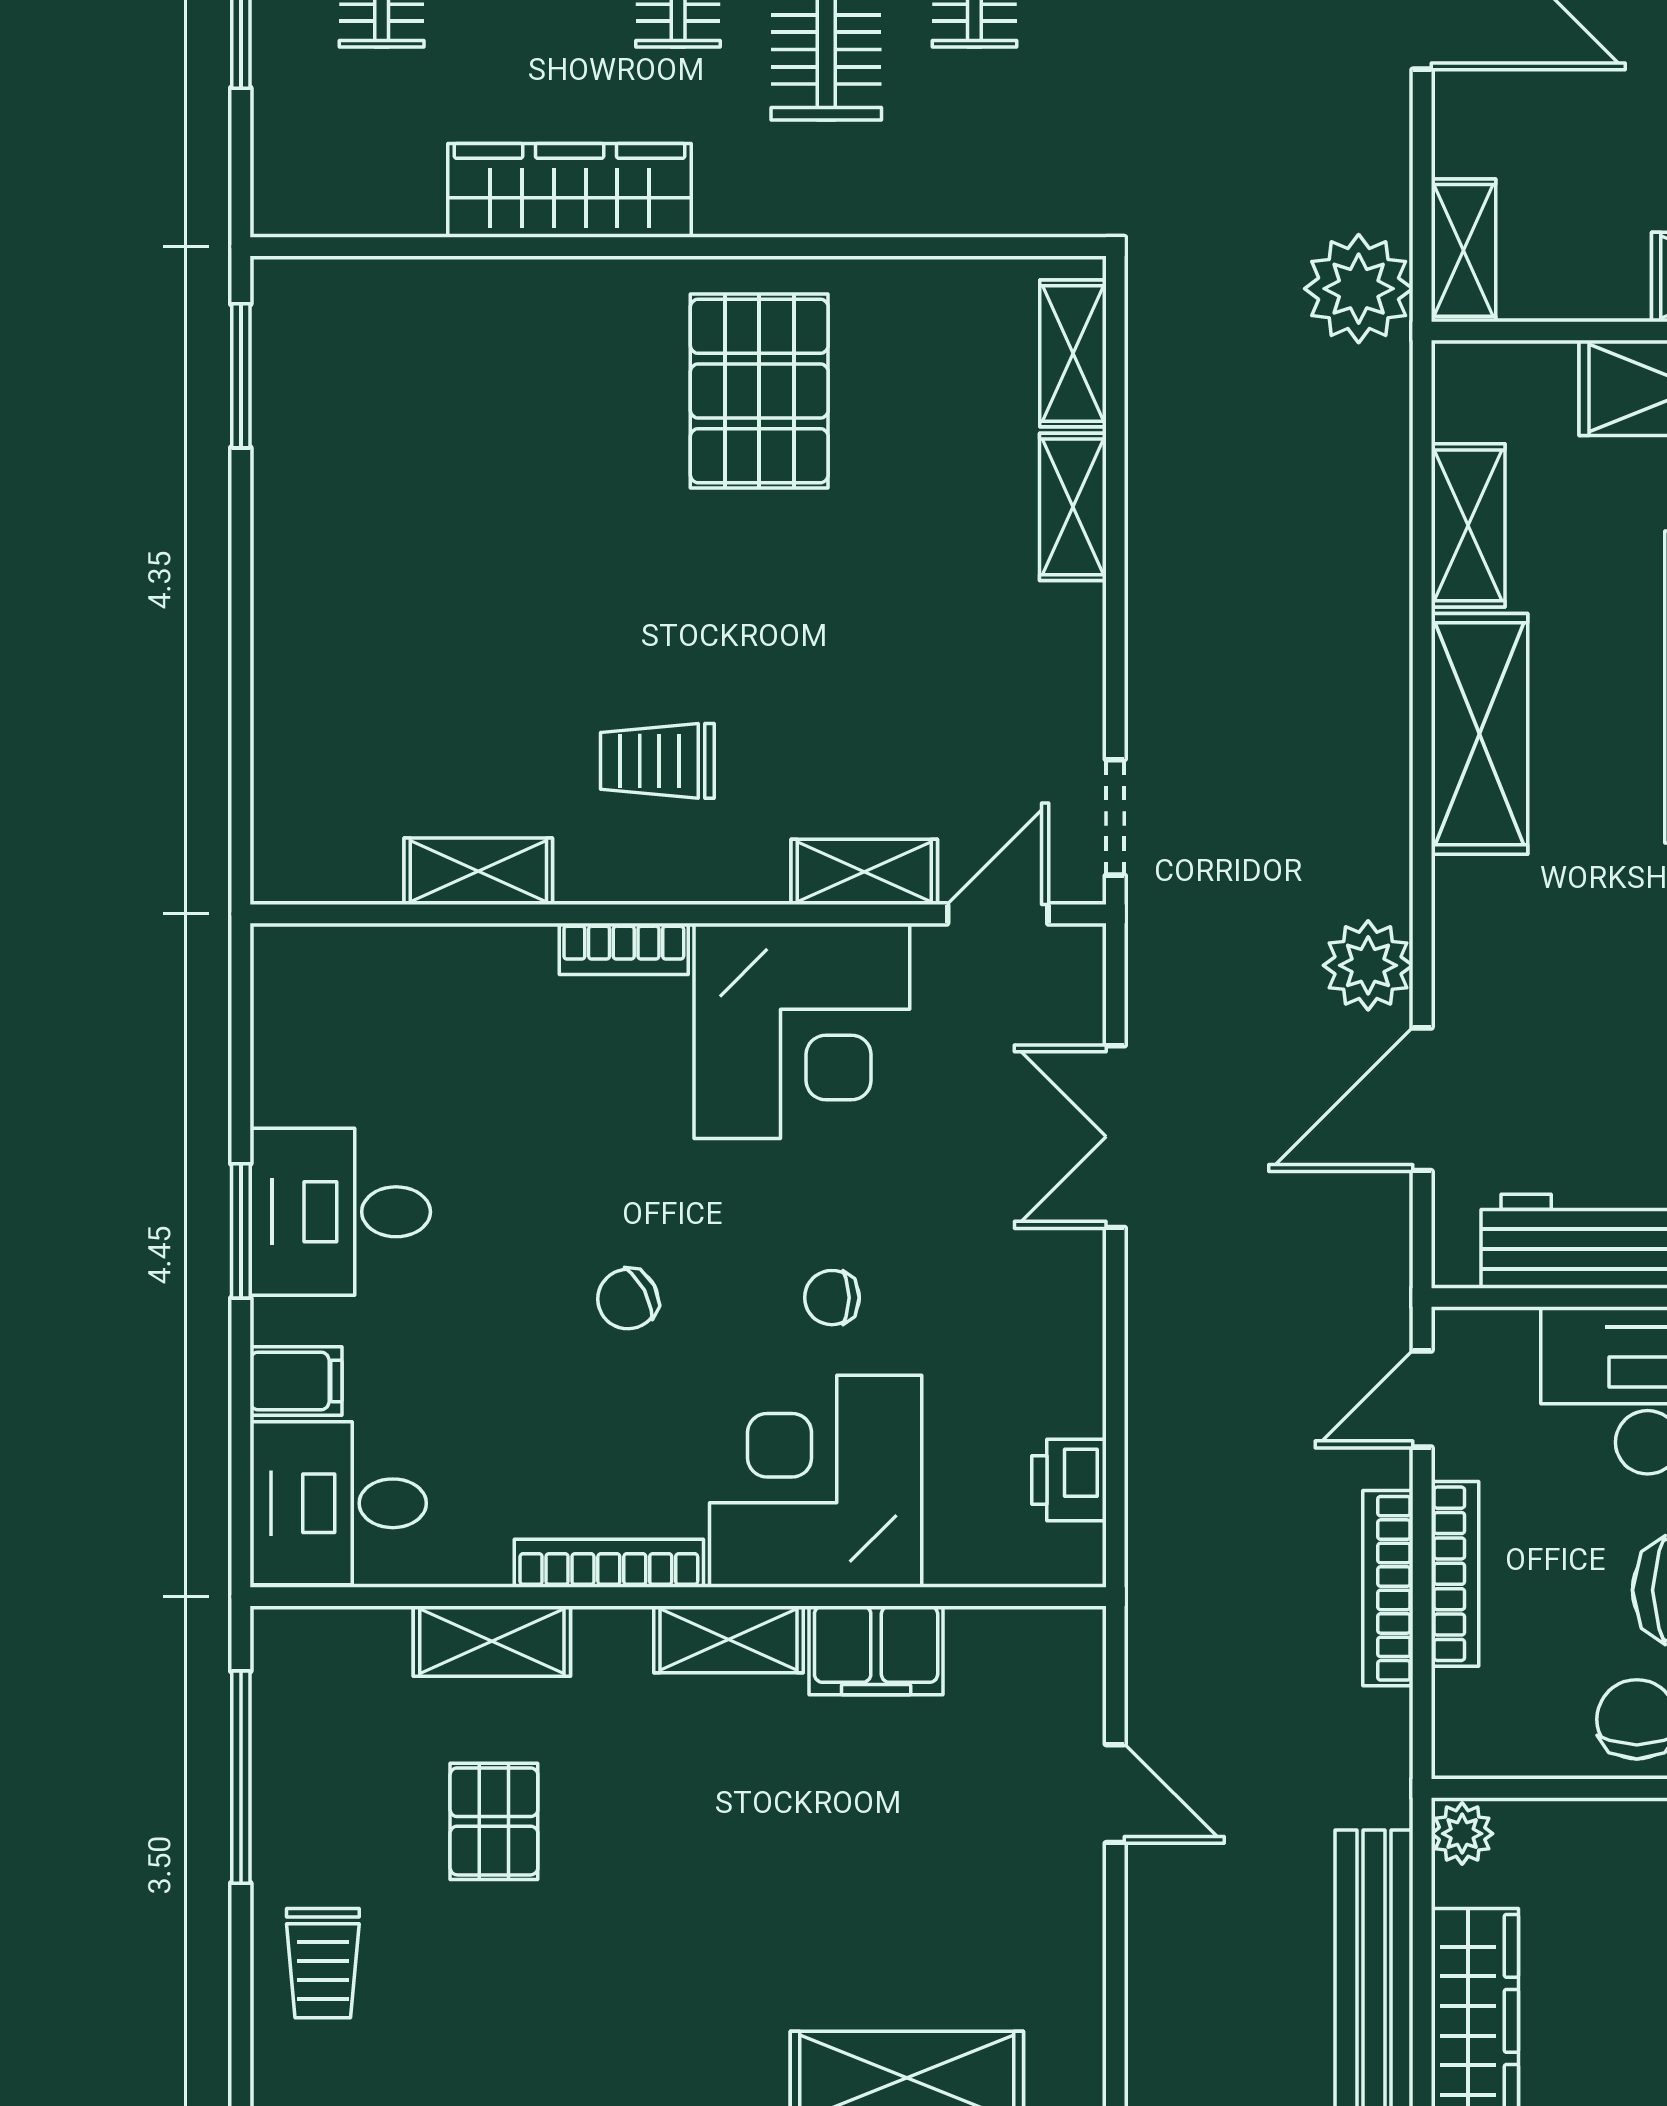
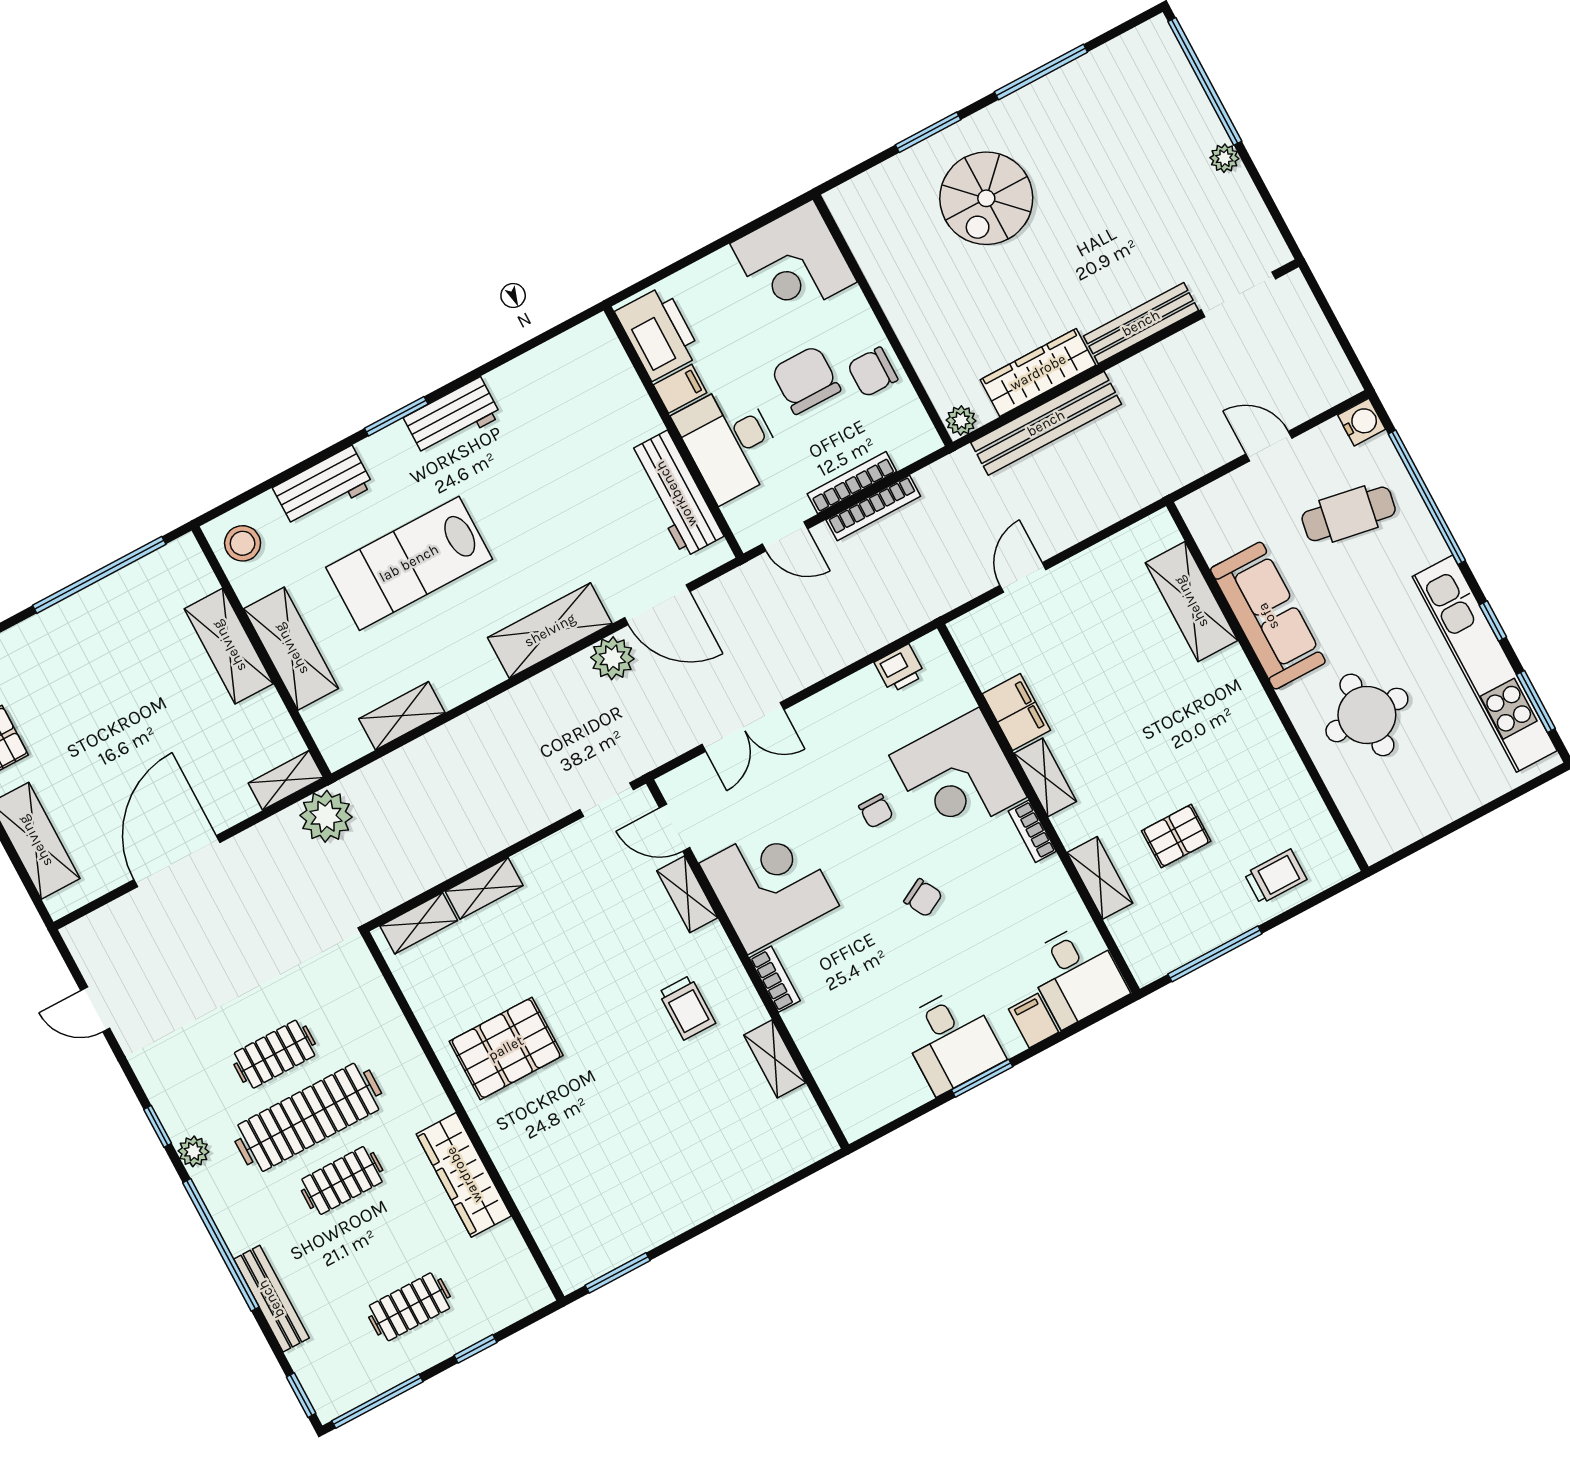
shelving: (1479, 734) -> (550, 630), moved
bookcase: (609, 1563) -> (1032, 831), width x0.64

